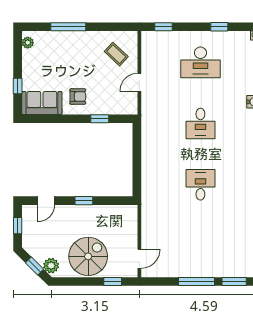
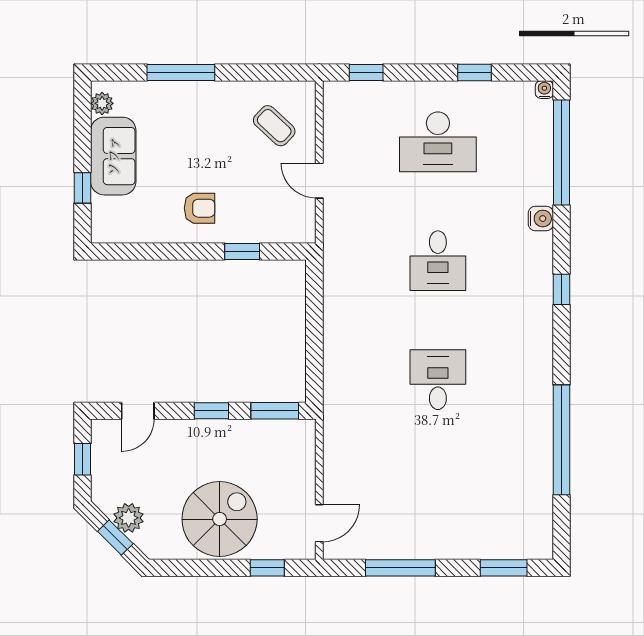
door: (139, 82) -> (319, 181), hinge flipped
sofa: (42, 103) -> (113, 156), moved, turned 90
window: (117, 201) -> (275, 411), added
plant: (51, 266) -> (129, 518), moved
window: (197, 281) -> (400, 568), moved

